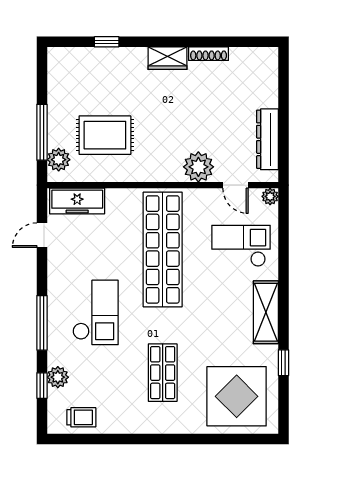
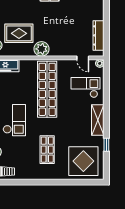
plant: (198, 167) -> (41, 49), moved

